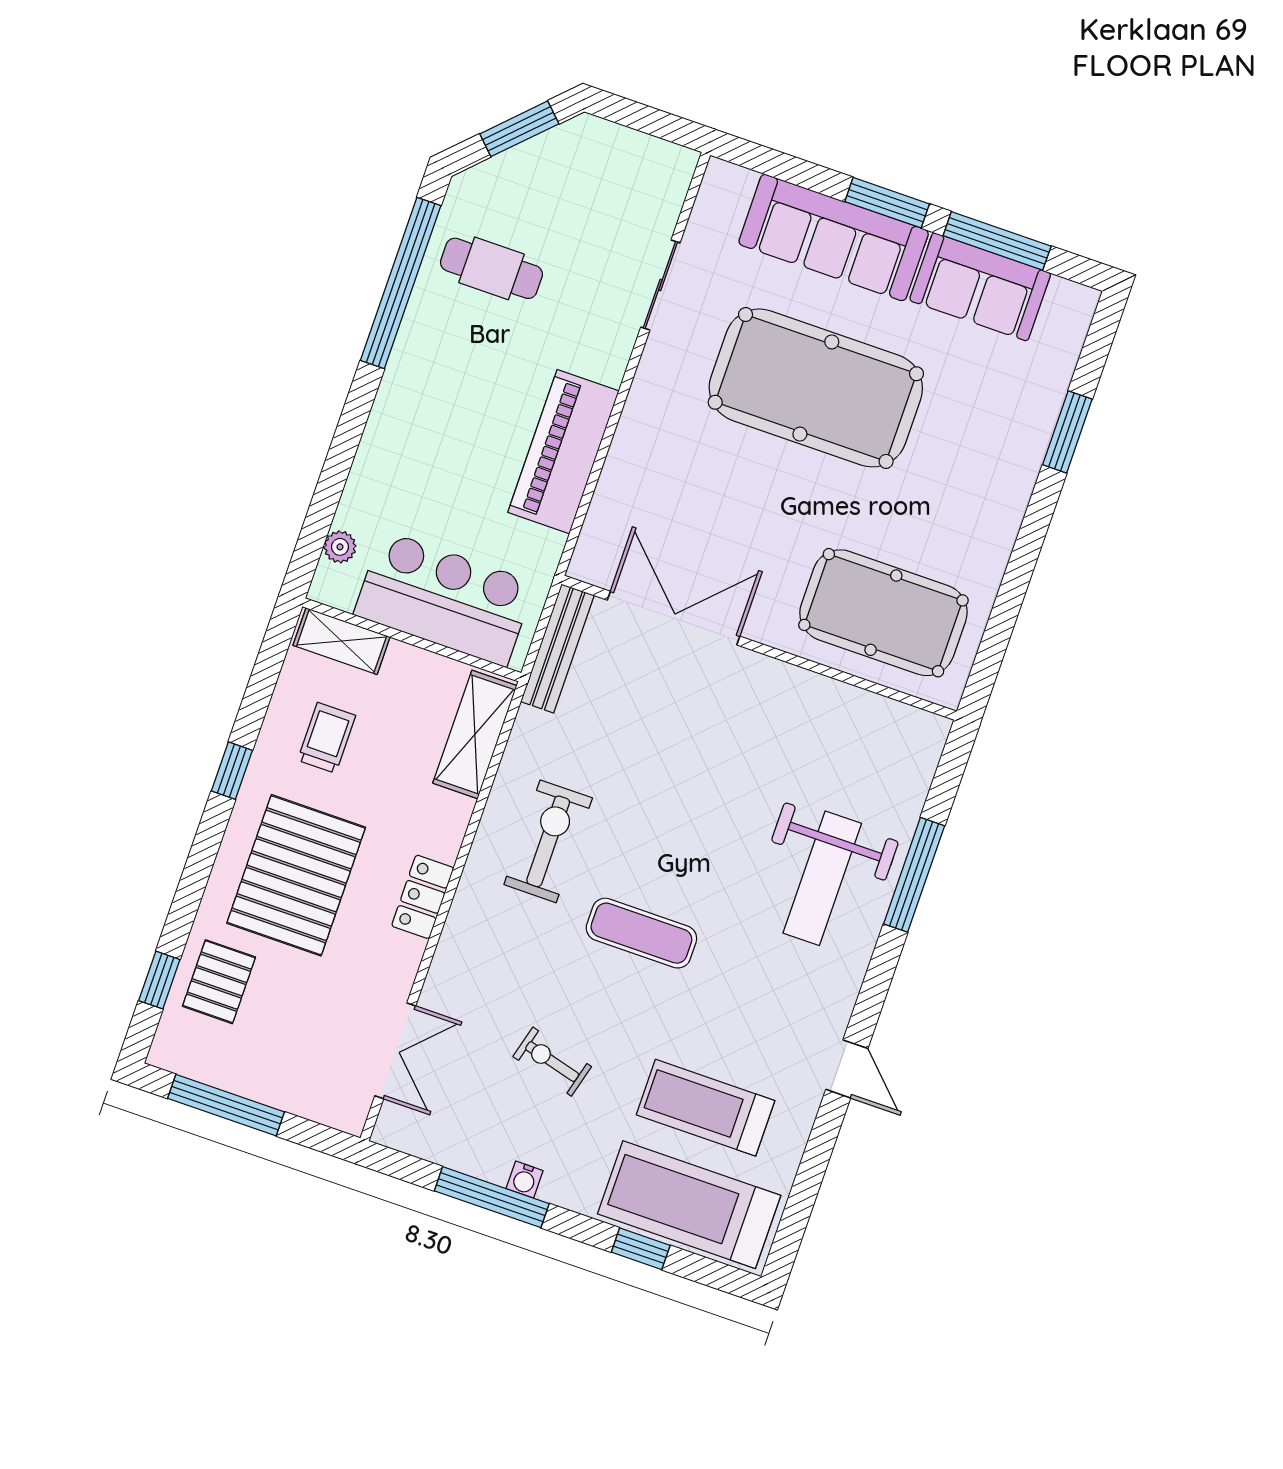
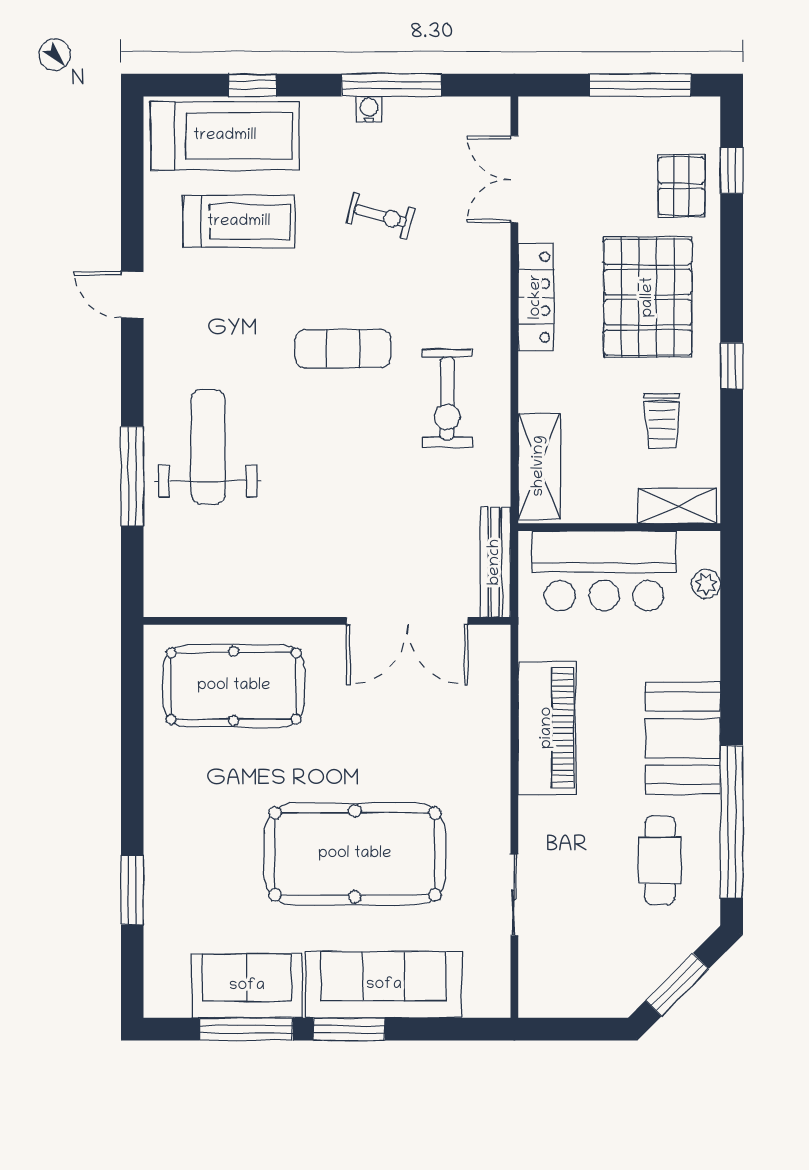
cafe table: (491, 268) -> (660, 860), turned 90
booth: (422, 390) -> (683, 738), added
locker: (423, 897) -> (536, 297), width x1.53

